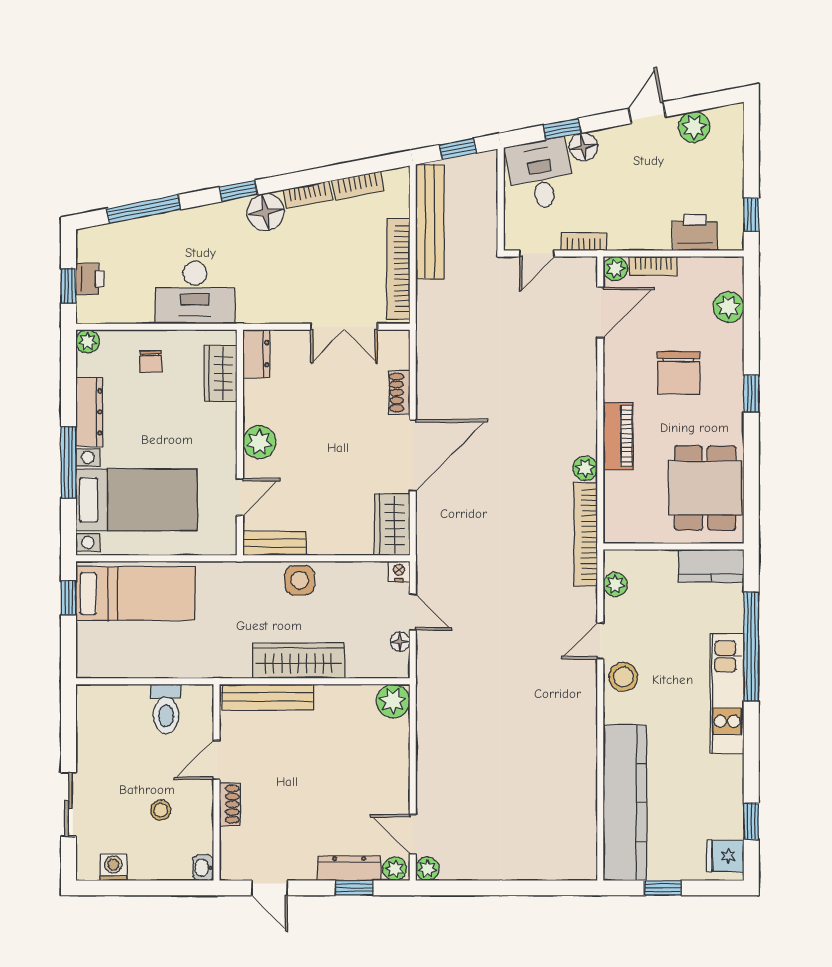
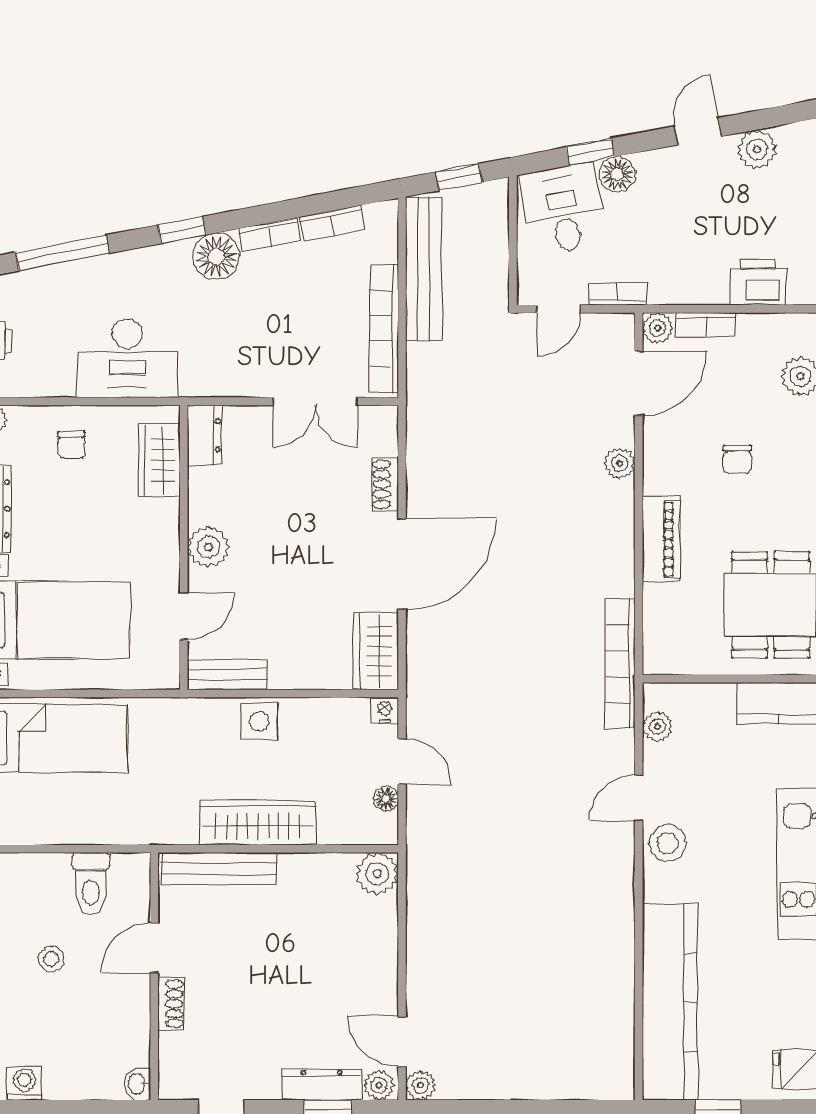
chair: (678, 373) -> (737, 459), width x0.54, depth x0.54
plant: (585, 468) -> (619, 463), moved
stool: (161, 810) -> (51, 959), moved

